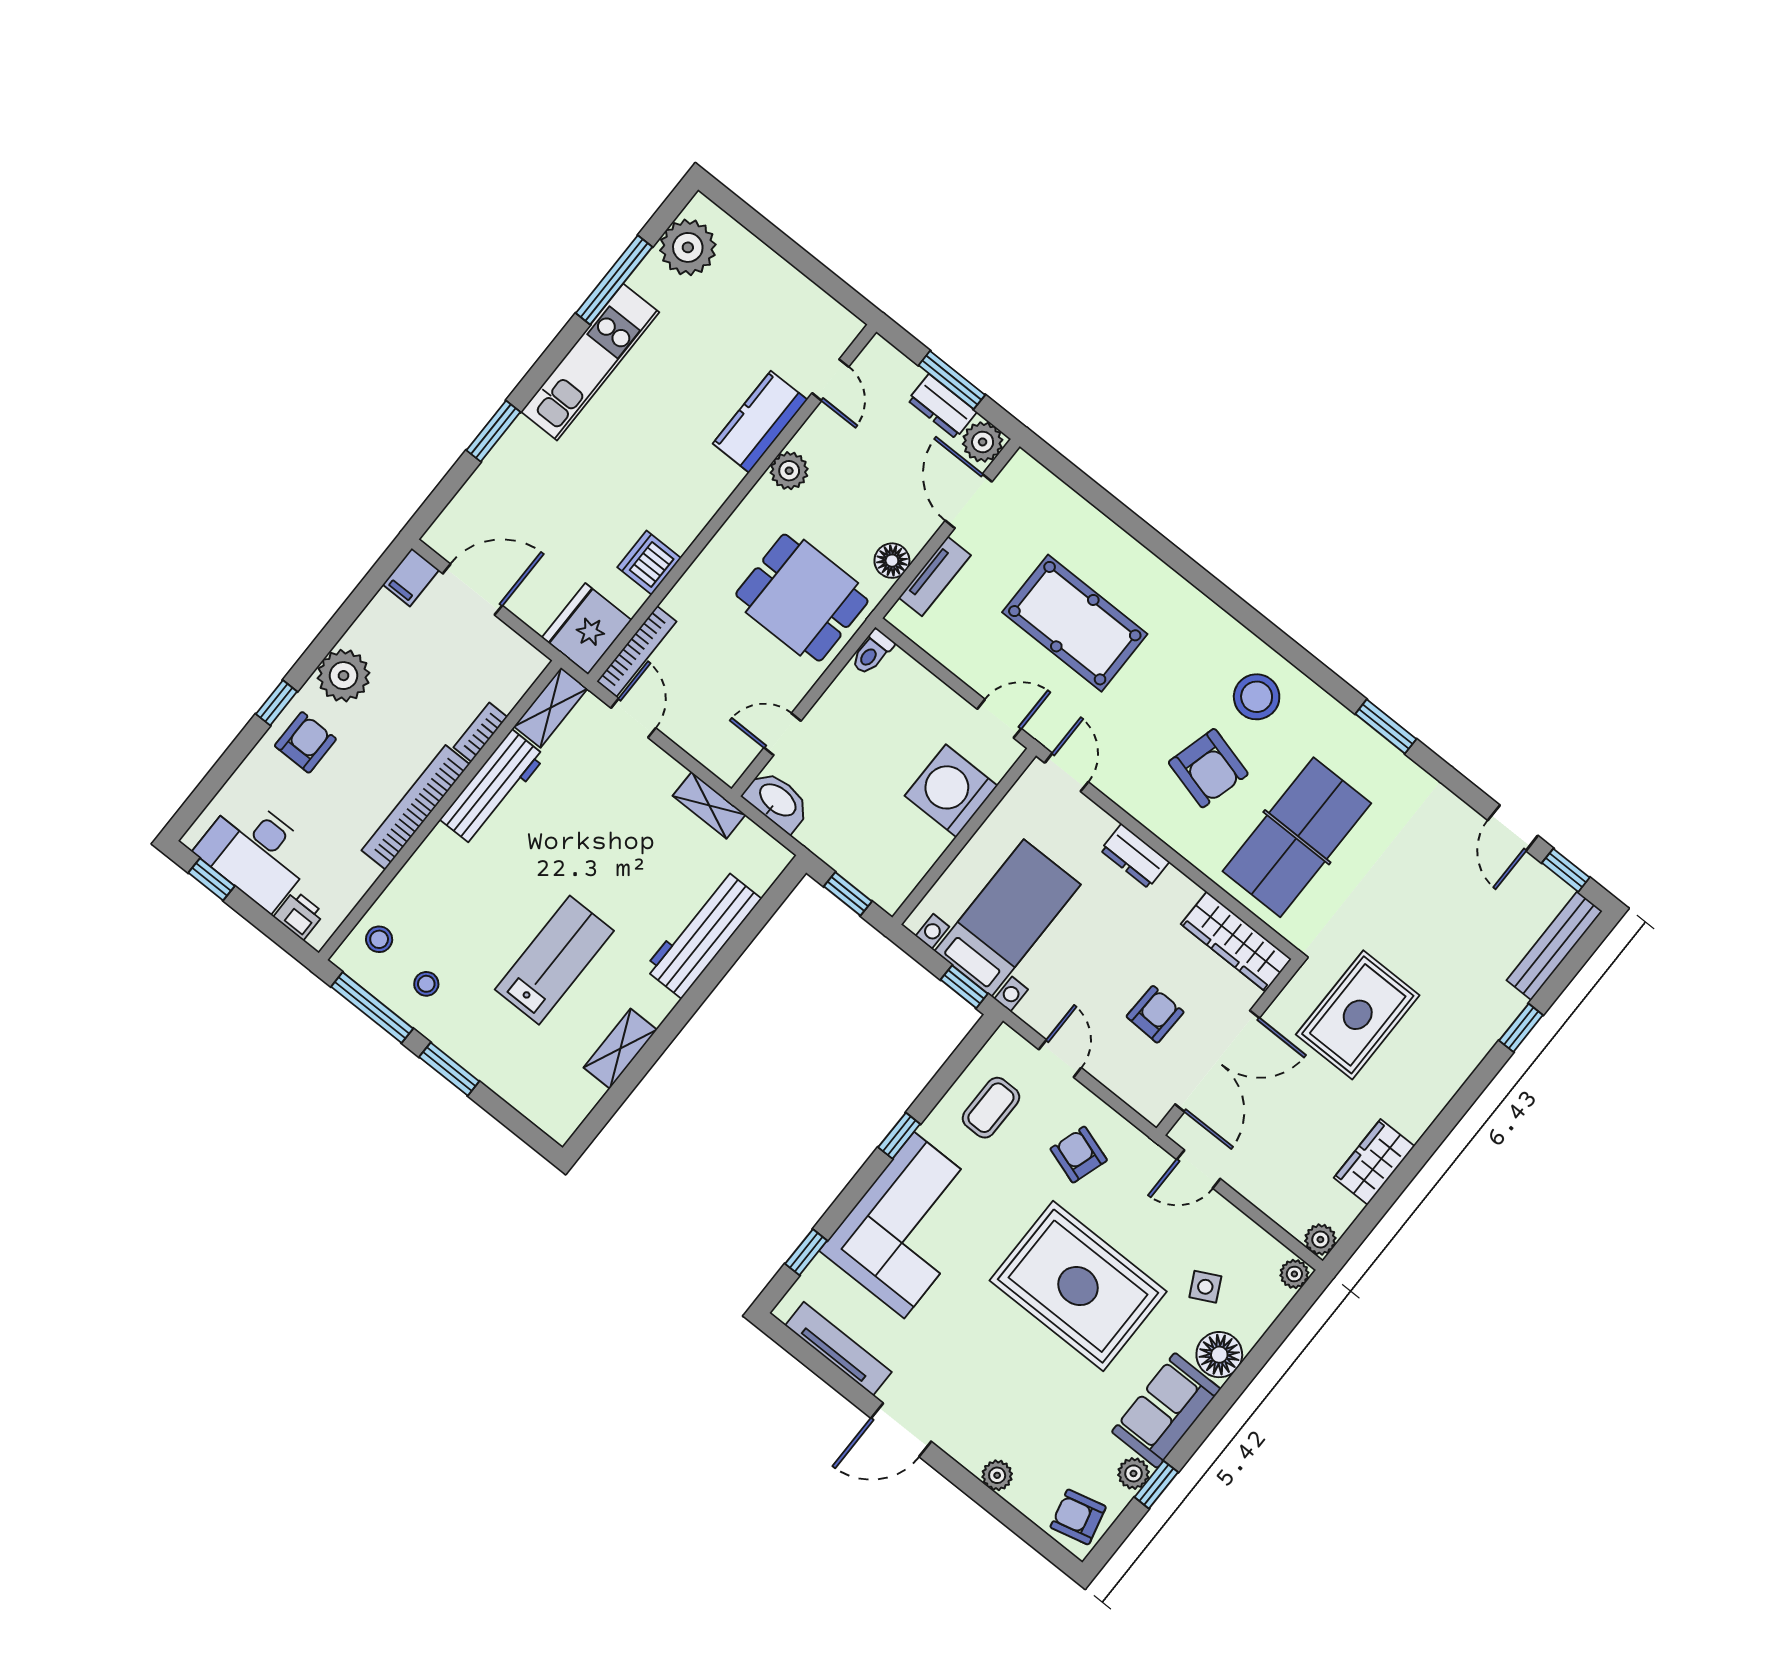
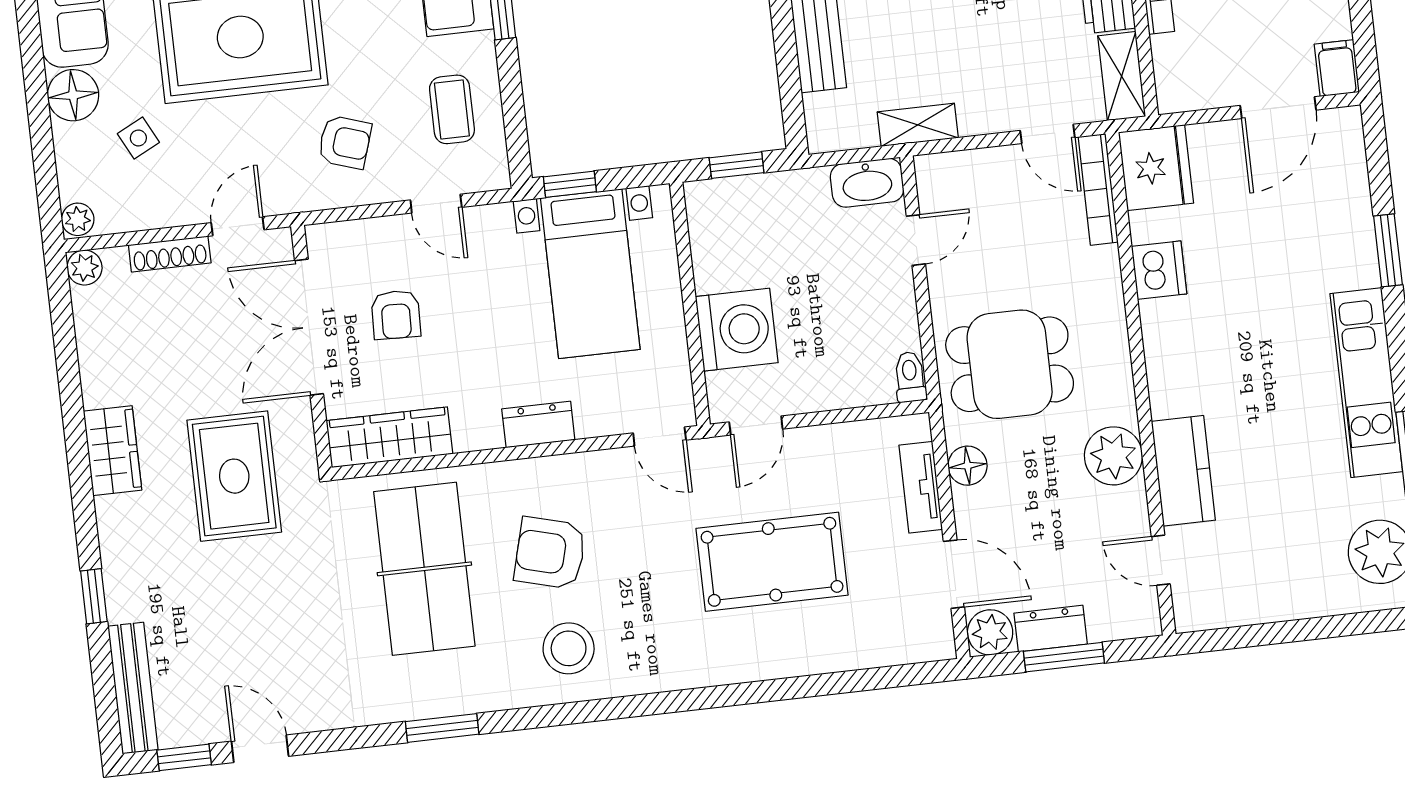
plant: (789, 471) -> (1113, 456), width x1.36, depth x1.36
wardrobe: (1374, 1162) -> (113, 451), moved
shoe rack: (1259, 1195) -> (170, 254), added

